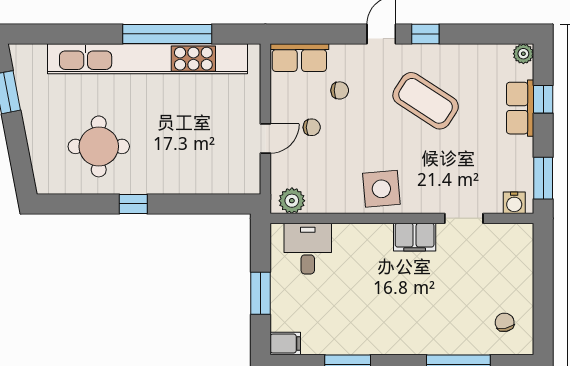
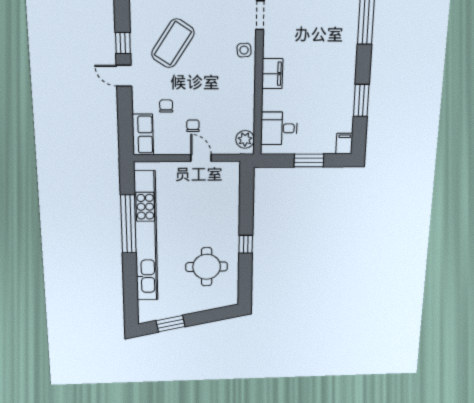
side table: (381, 189) -> (244, 50), moved, width x0.54, depth x0.54
filing cabinet: (415, 237) -> (272, 74), moved

